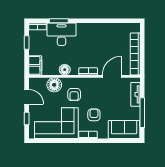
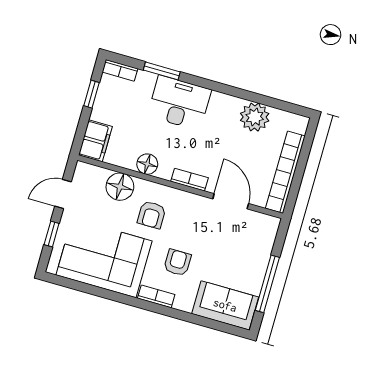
plant: (112, 31) -> (255, 117), added
desk: (62, 34) -> (179, 103), moved
door: (112, 76) -> (231, 201), hinge flipped
tv unit: (135, 94) -> (264, 247), removed
door: (27, 97) -> (63, 194), swing flipped

